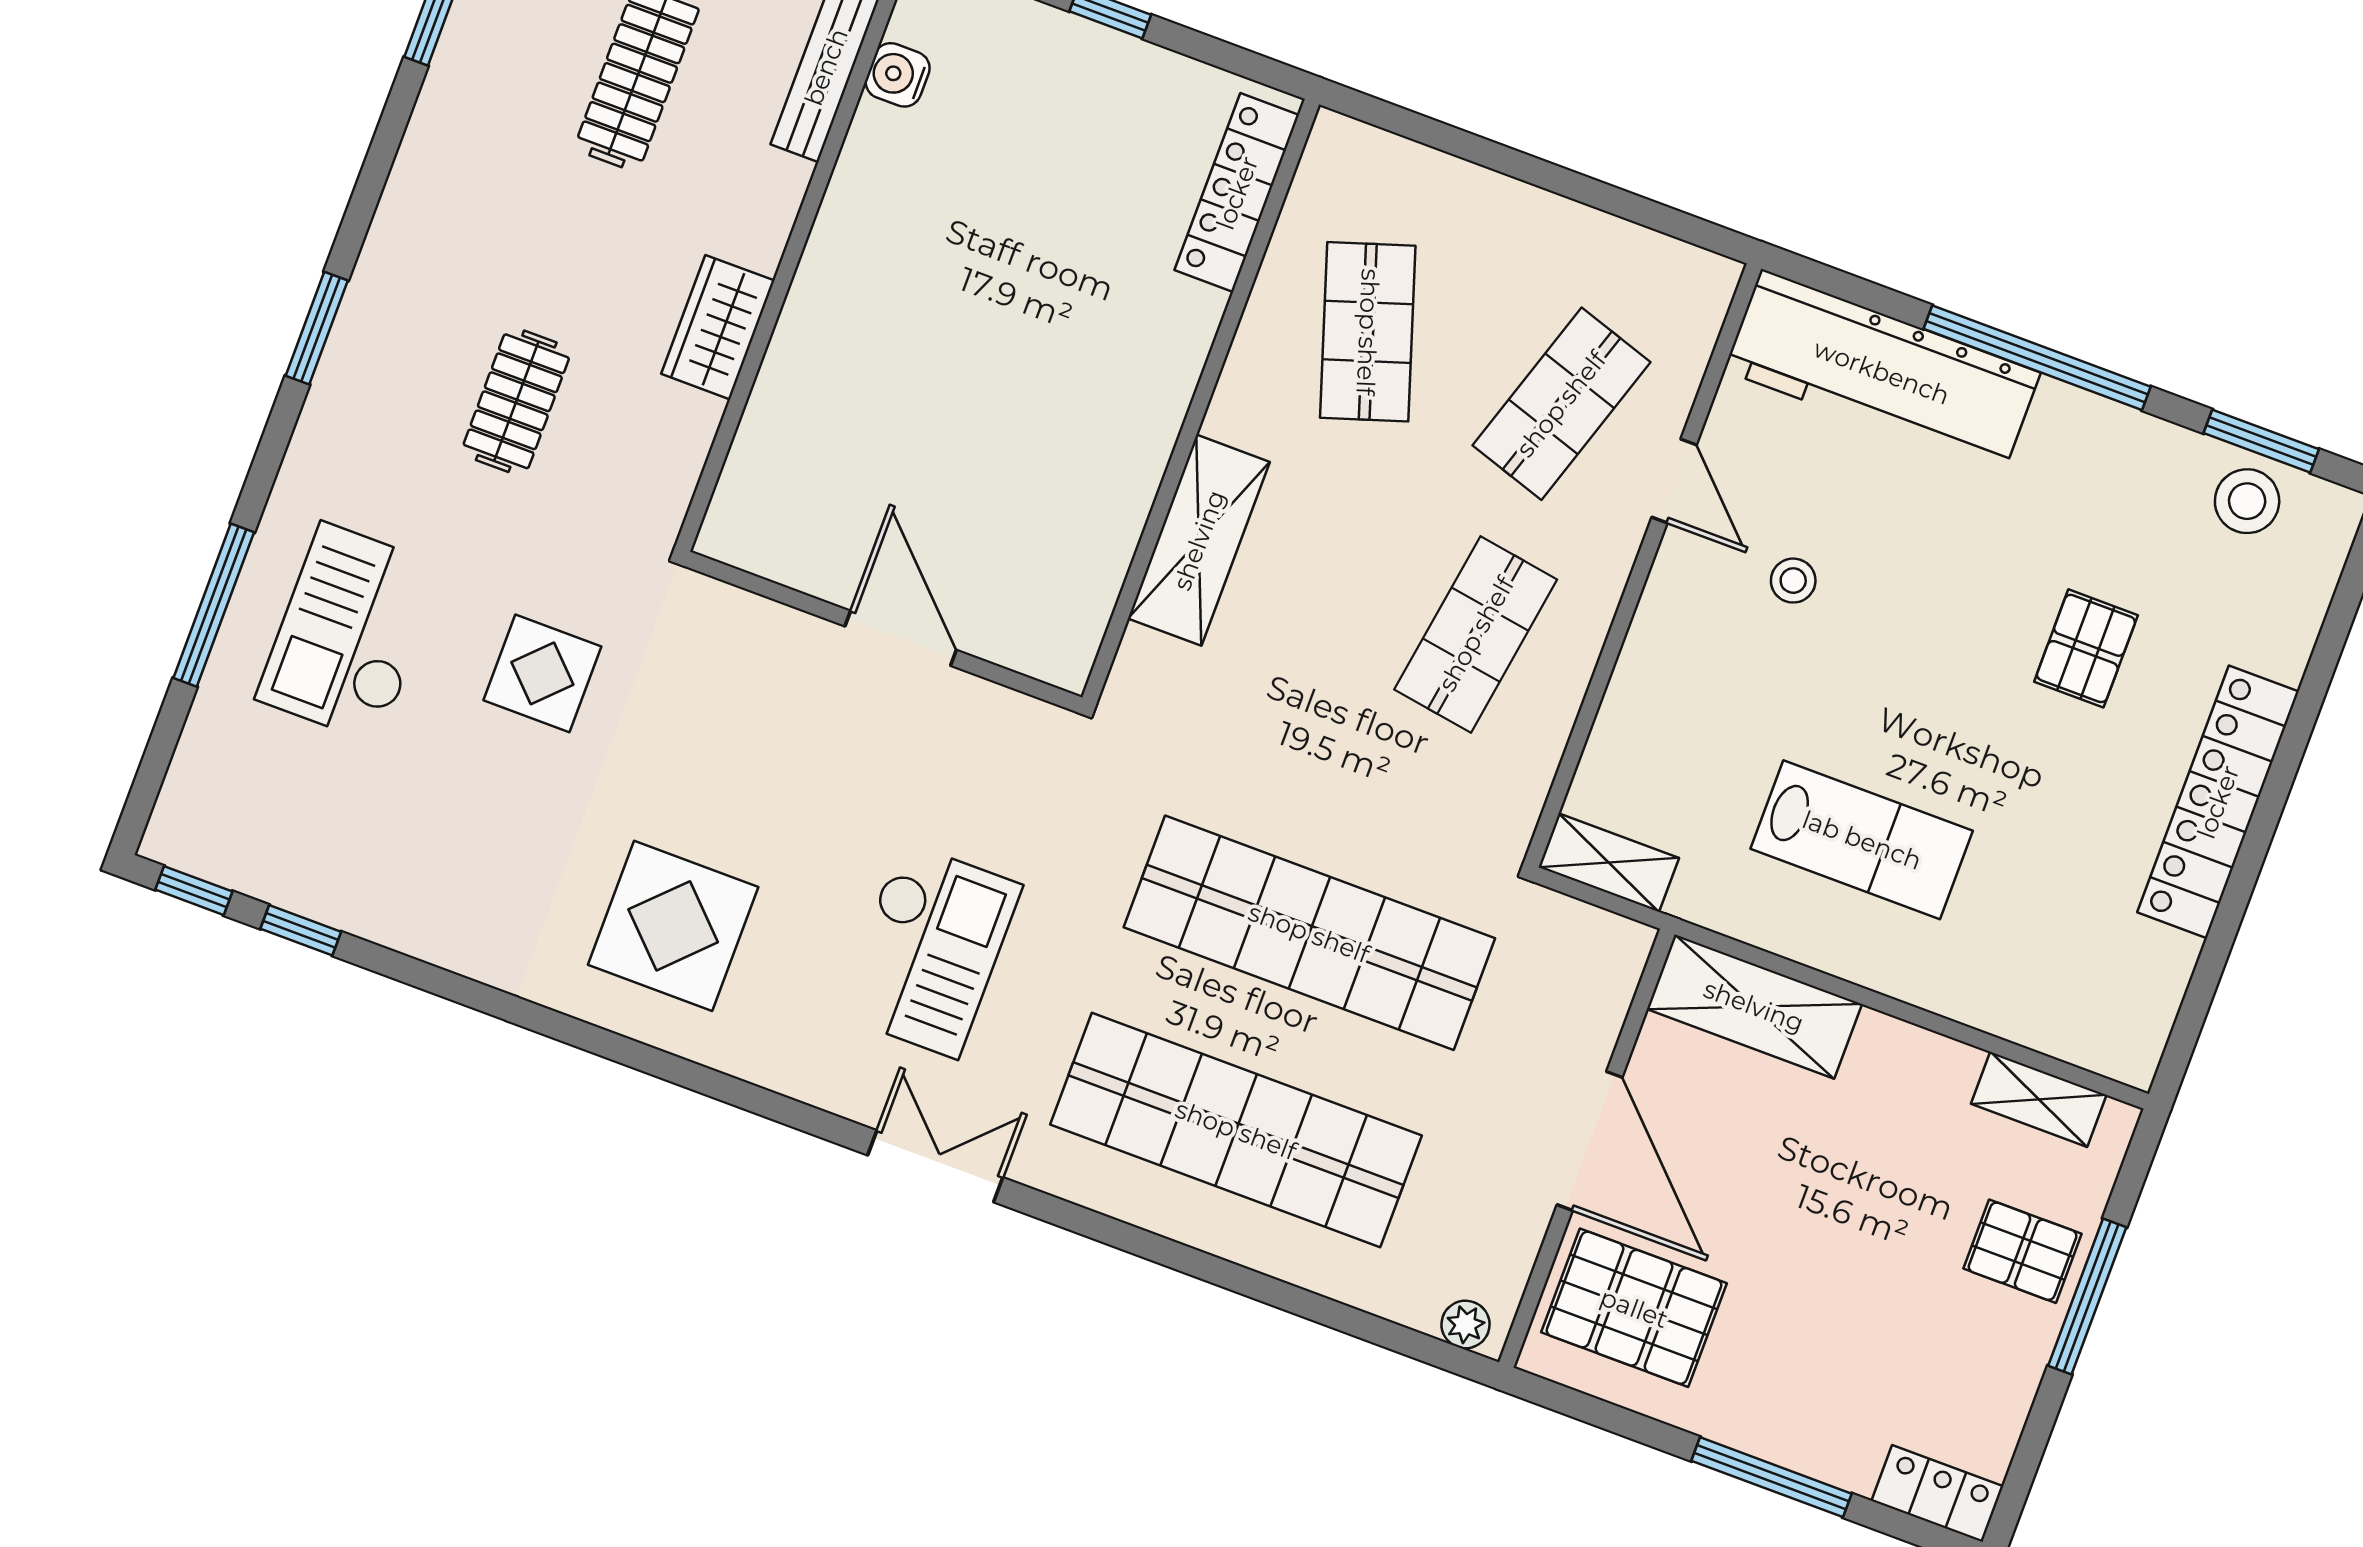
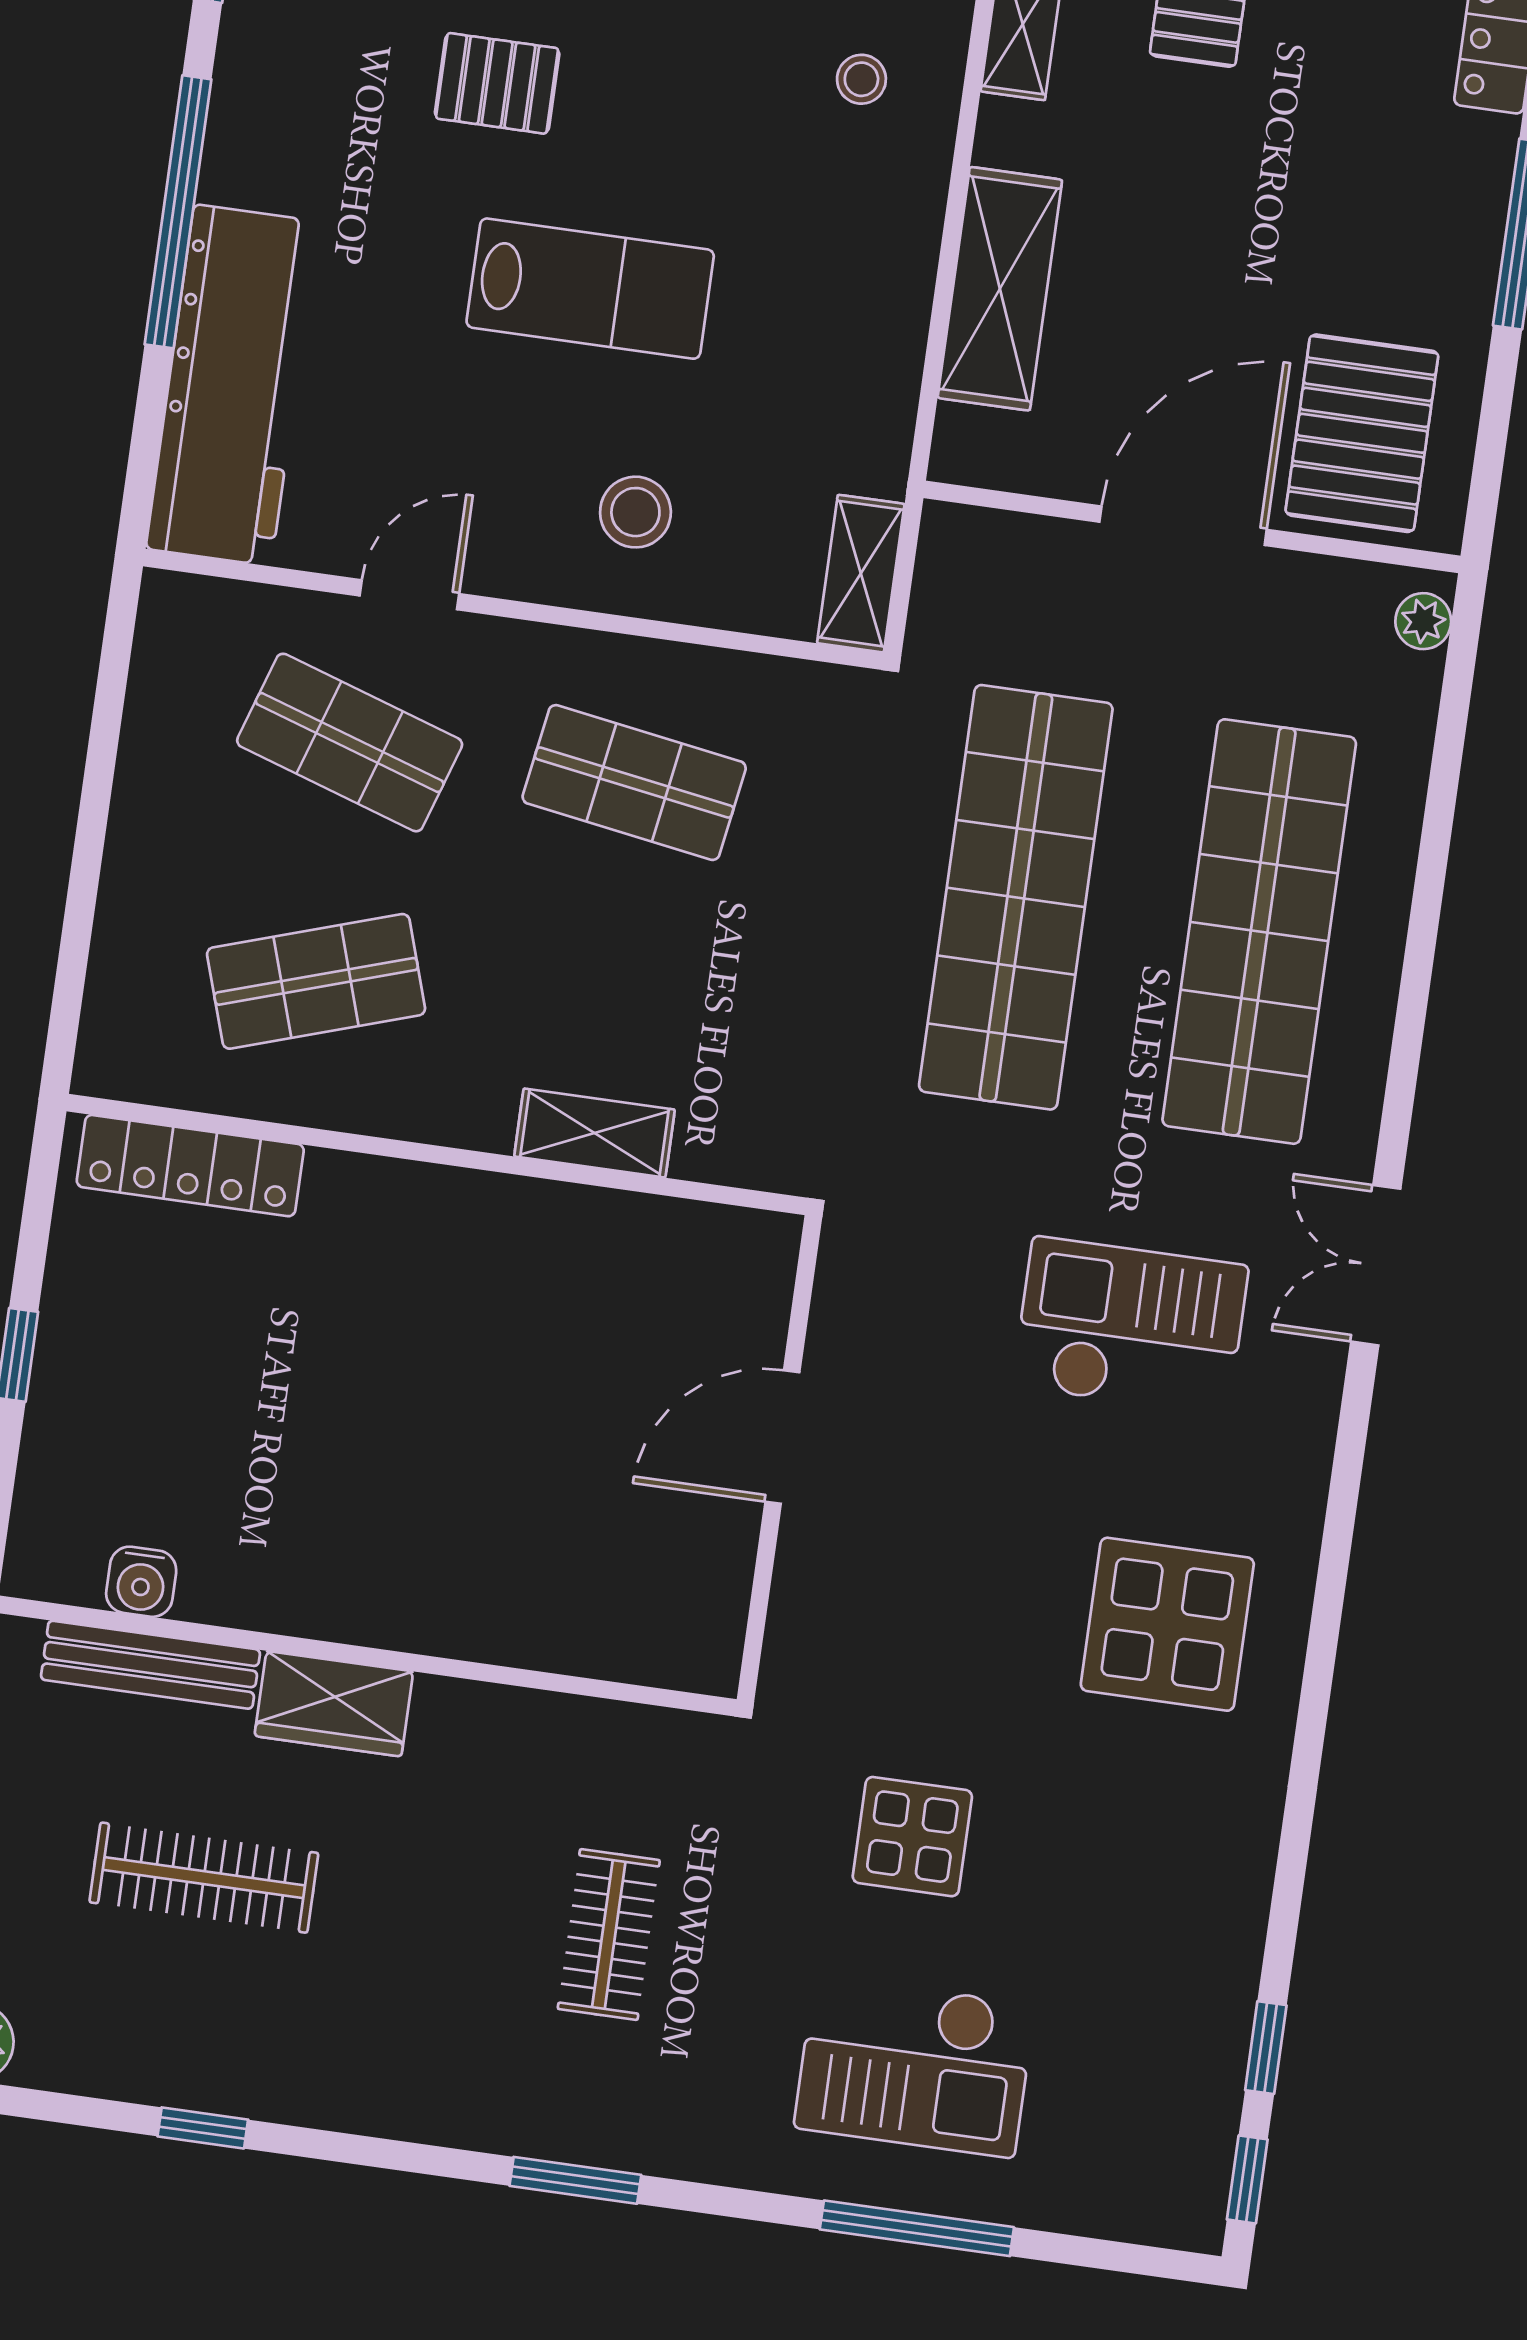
wardrobe: (718, 327) -> (334, 1704), moved
clothes rail: (516, 401) -> (609, 1935), turned 90
shelving: (1199, 540) -> (594, 1133), width x0.67, depth x0.75
stool: (1793, 581) -> (635, 512), moved, width x1.37, depth x1.37
lab bench: (1862, 840) -> (590, 289), moved, turned 90
stool: (2022, 954) -> (861, 79), added
shelving: (1754, 1006) -> (1000, 289), moved

